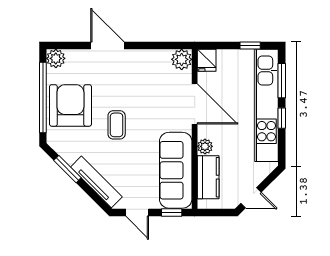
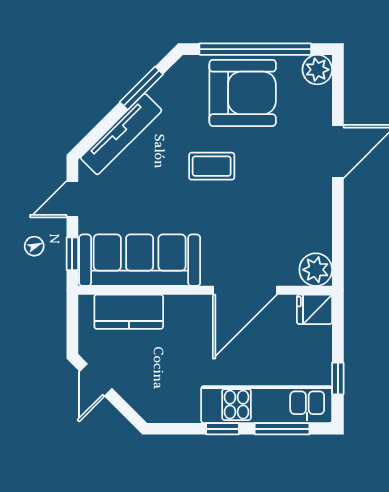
kitchen unit: (266, 105) -> (267, 405), width x0.73
plant: (205, 146) -> (177, 307), removed

